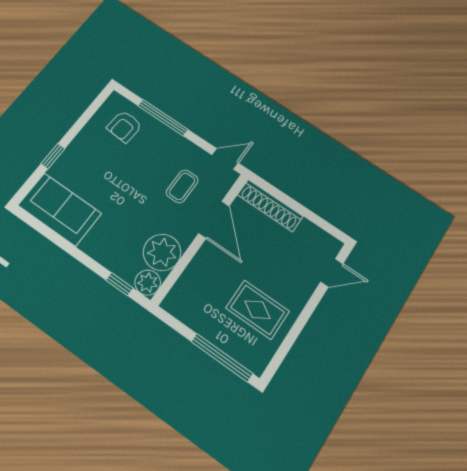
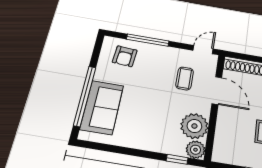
window: (53, 156) -> (85, 96), width x3.17
sofa: (60, 209) -> (102, 107), moved, turned 90

